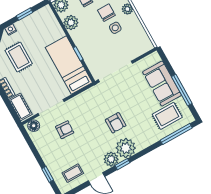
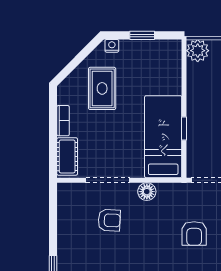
plant: (71, 23) -> (198, 81), removed
armchair: (116, 123) -> (194, 233), moved
floor lamp: (34, 126) -> (147, 192), moved

